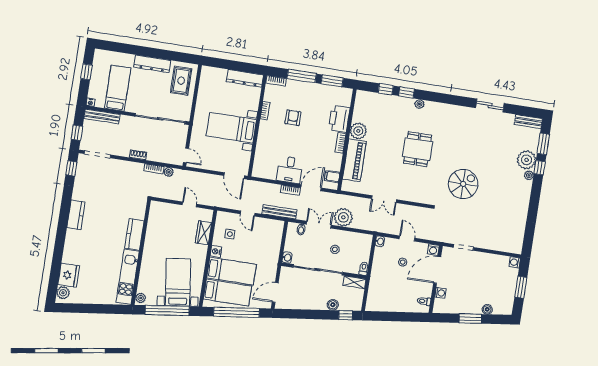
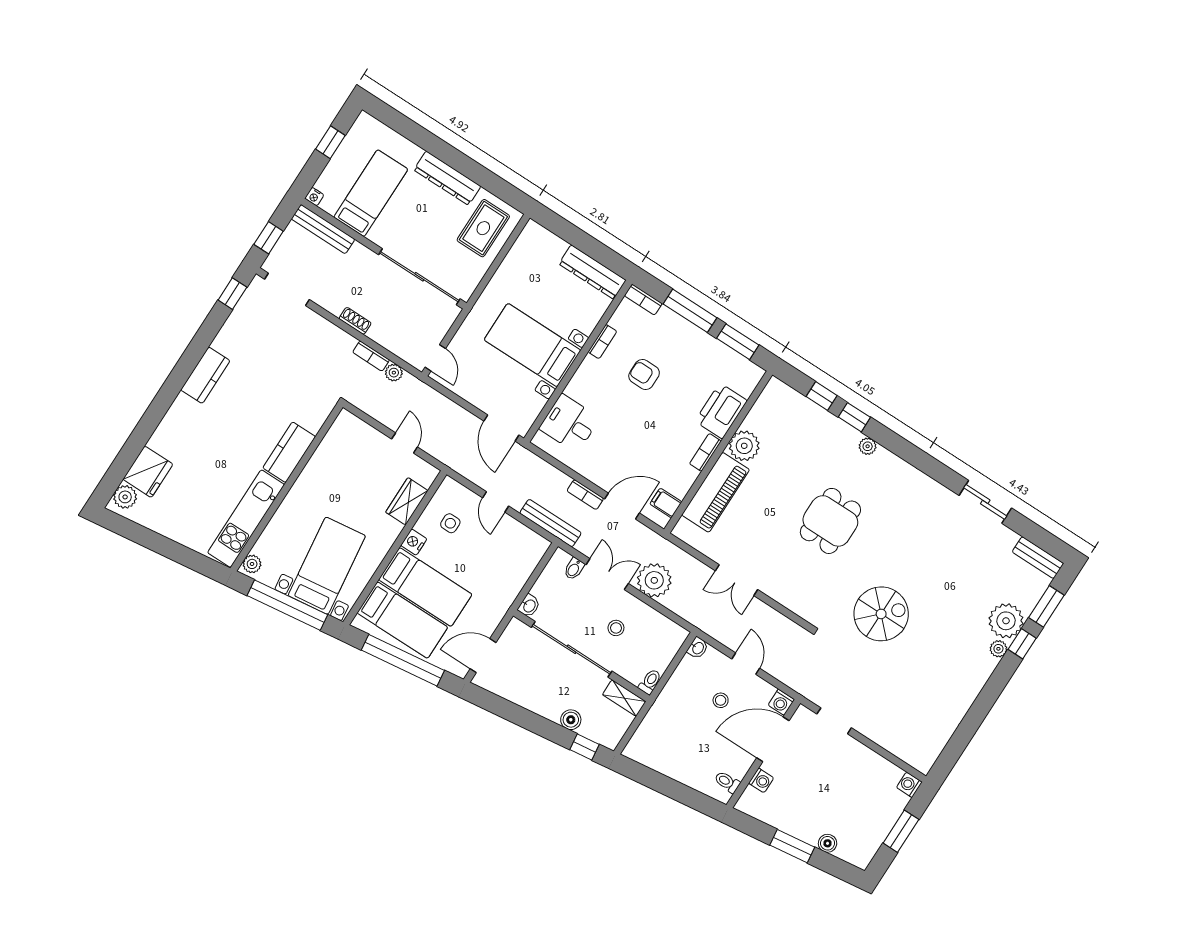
armchair: (293, 118) -> (644, 374), turned -90
desk: (290, 170) -> (569, 423), moved, turned 90

